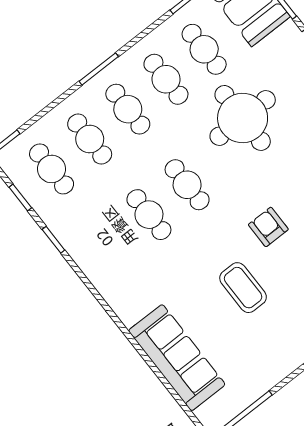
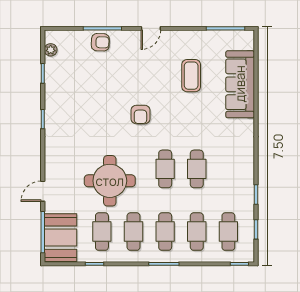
coffee table: (243, 288) -> (191, 76), moved

